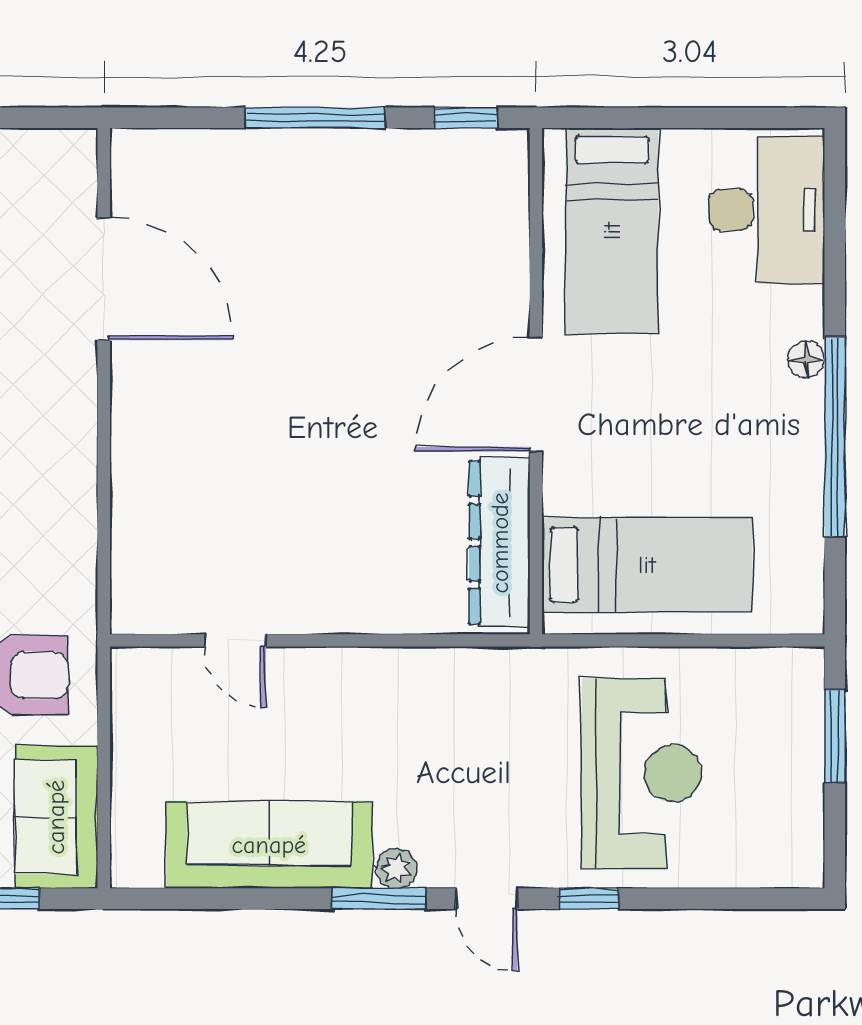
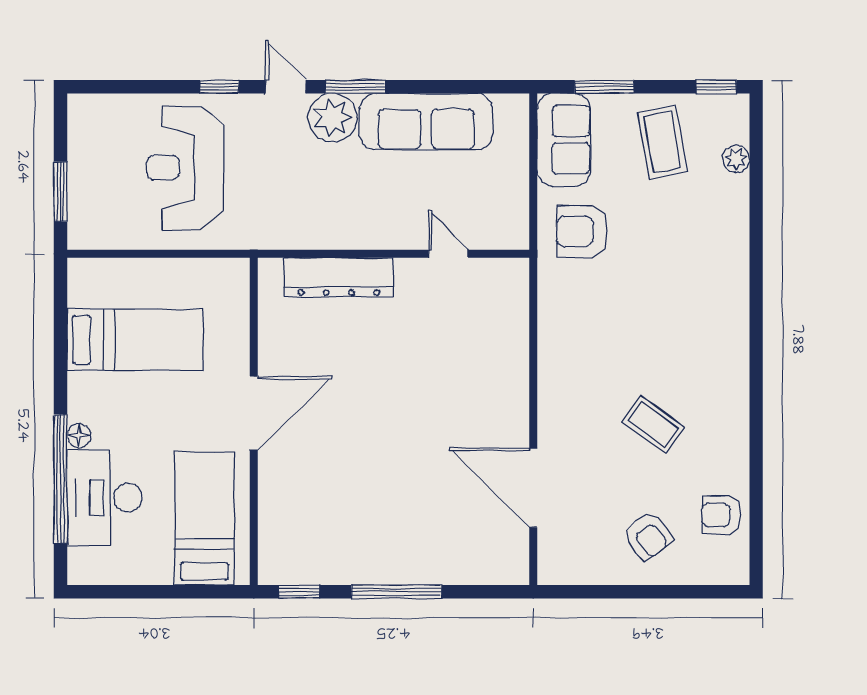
desk: (767, 210) -> (105, 498), moved
window: (835, 438) -> (60, 479), moved
dresser: (500, 543) -> (339, 277), moved, turned 90
bed: (647, 565) -> (135, 340), moved, turned 180
plant: (397, 868) -> (333, 118), width x1.88, depth x1.88

